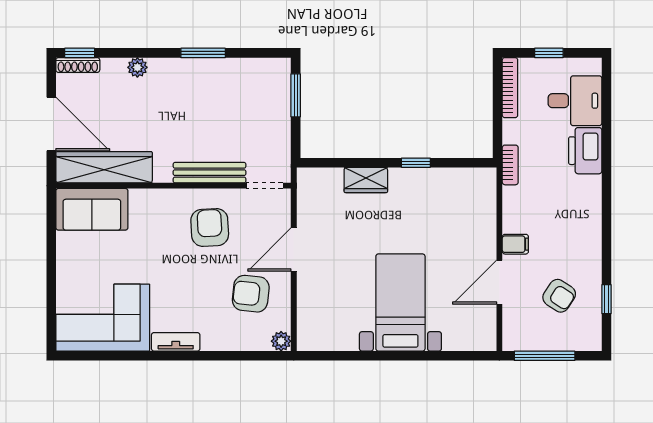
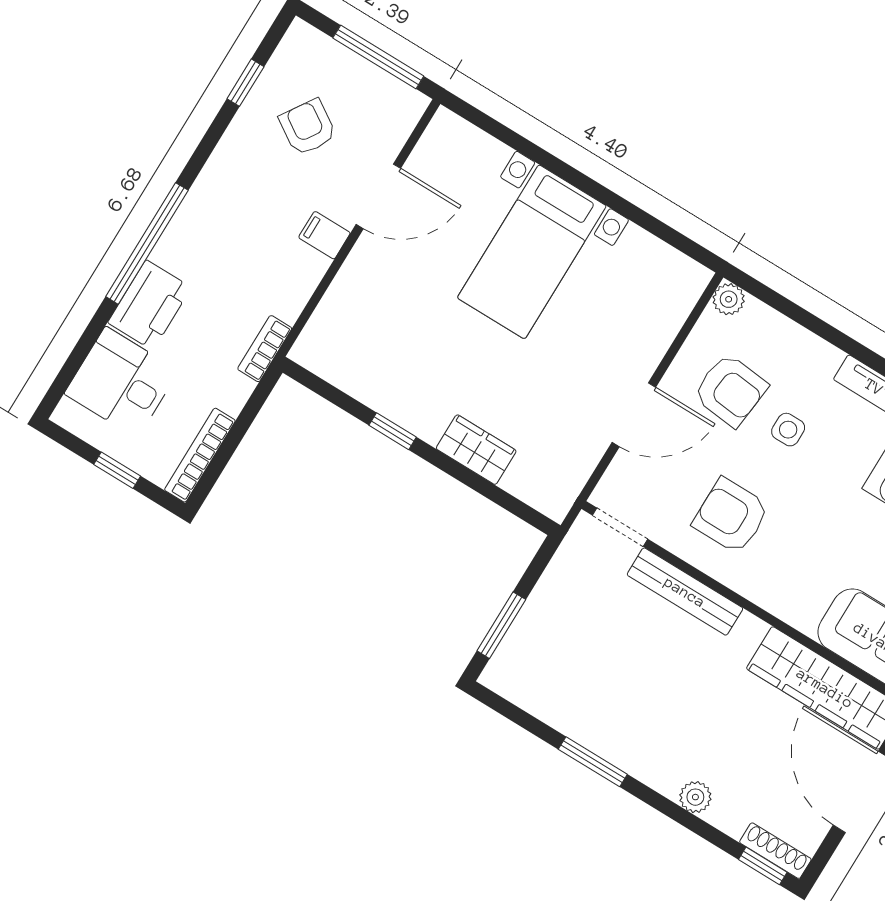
window: (606, 182) -> (147, 243), added
armchair: (210, 228) -> (731, 516), turned 93
side table: (207, 292) -> (788, 430), added

